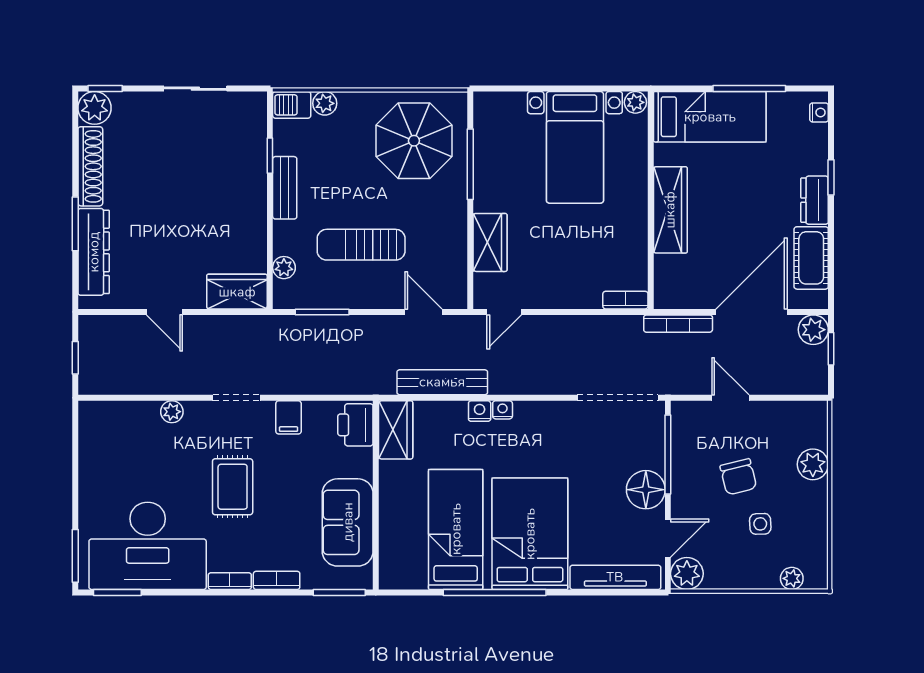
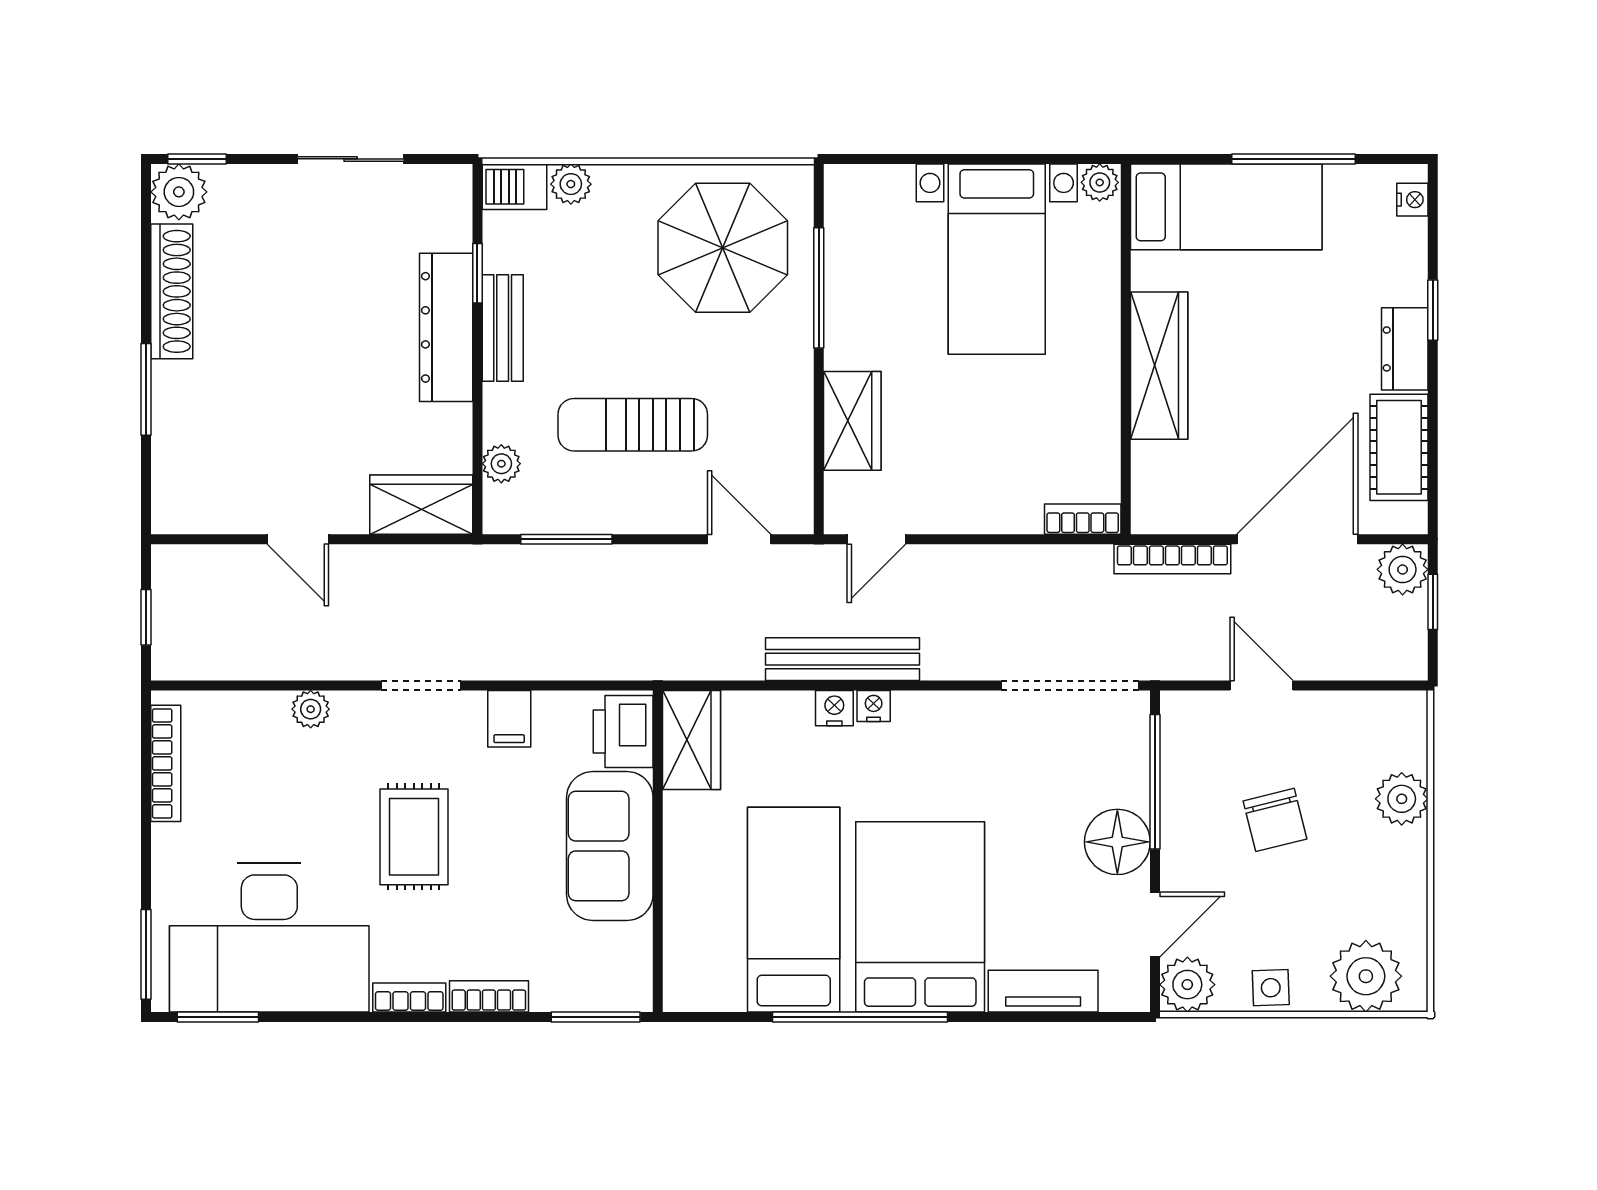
dresser: (94, 252) -> (446, 327), moved, turned 180
bench: (442, 382) -> (843, 659), moved
bookcase: (87, 444) -> (166, 763), added
sofa: (348, 522) -> (610, 846), moved
side table: (760, 524) -> (1271, 988), moved
tv unit: (615, 577) -> (1043, 991), width x0.71
plant: (792, 578) -> (1366, 976), width x1.87, depth x1.87

